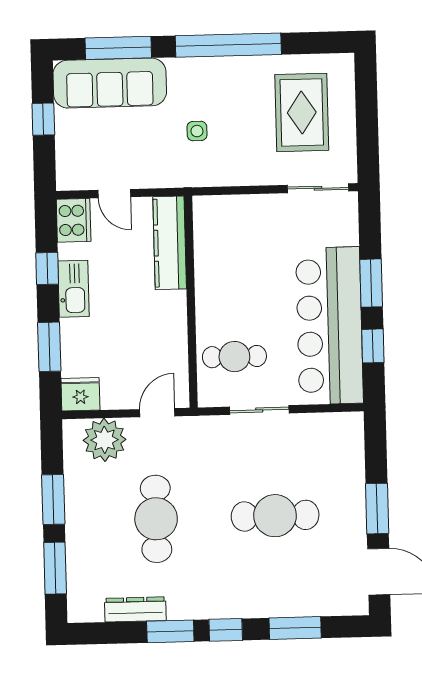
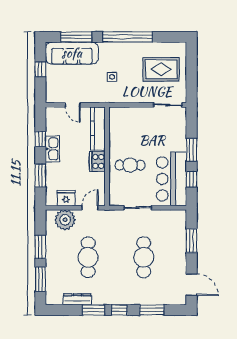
rug: (302, 112) -> (161, 69), turned 90
cooker: (74, 220) -> (97, 161), moved, turned 180
bar counter: (329, 326) -> (171, 179), width x0.73
cafe table: (234, 357) -> (130, 165), moved
fridge: (80, 394) -> (66, 198), moved
window: (377, 509) -> (191, 241), moved
cafe table: (275, 516) -> (144, 257), turned 90

